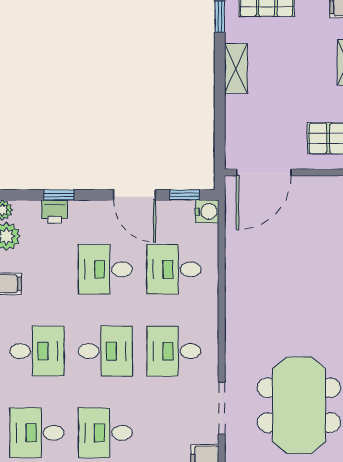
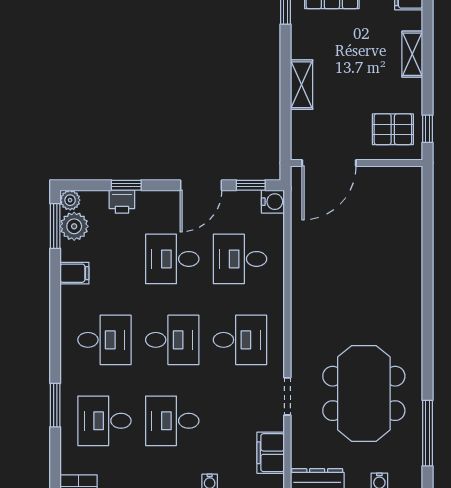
shelving: (236, 68) -> (301, 85), moved
door: (134, 195) -> (201, 185), hinge flipped
desk: (174, 351) -> (240, 340), turned 180
doorway: (222, 408) -> (287, 396), width x0.73

